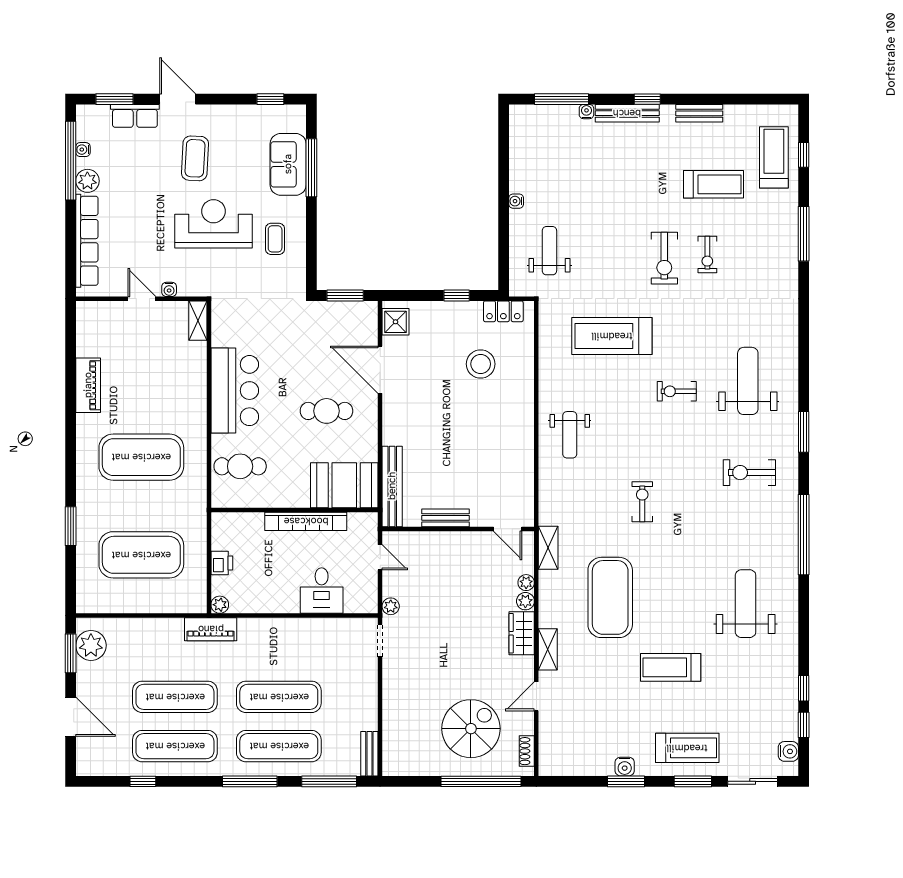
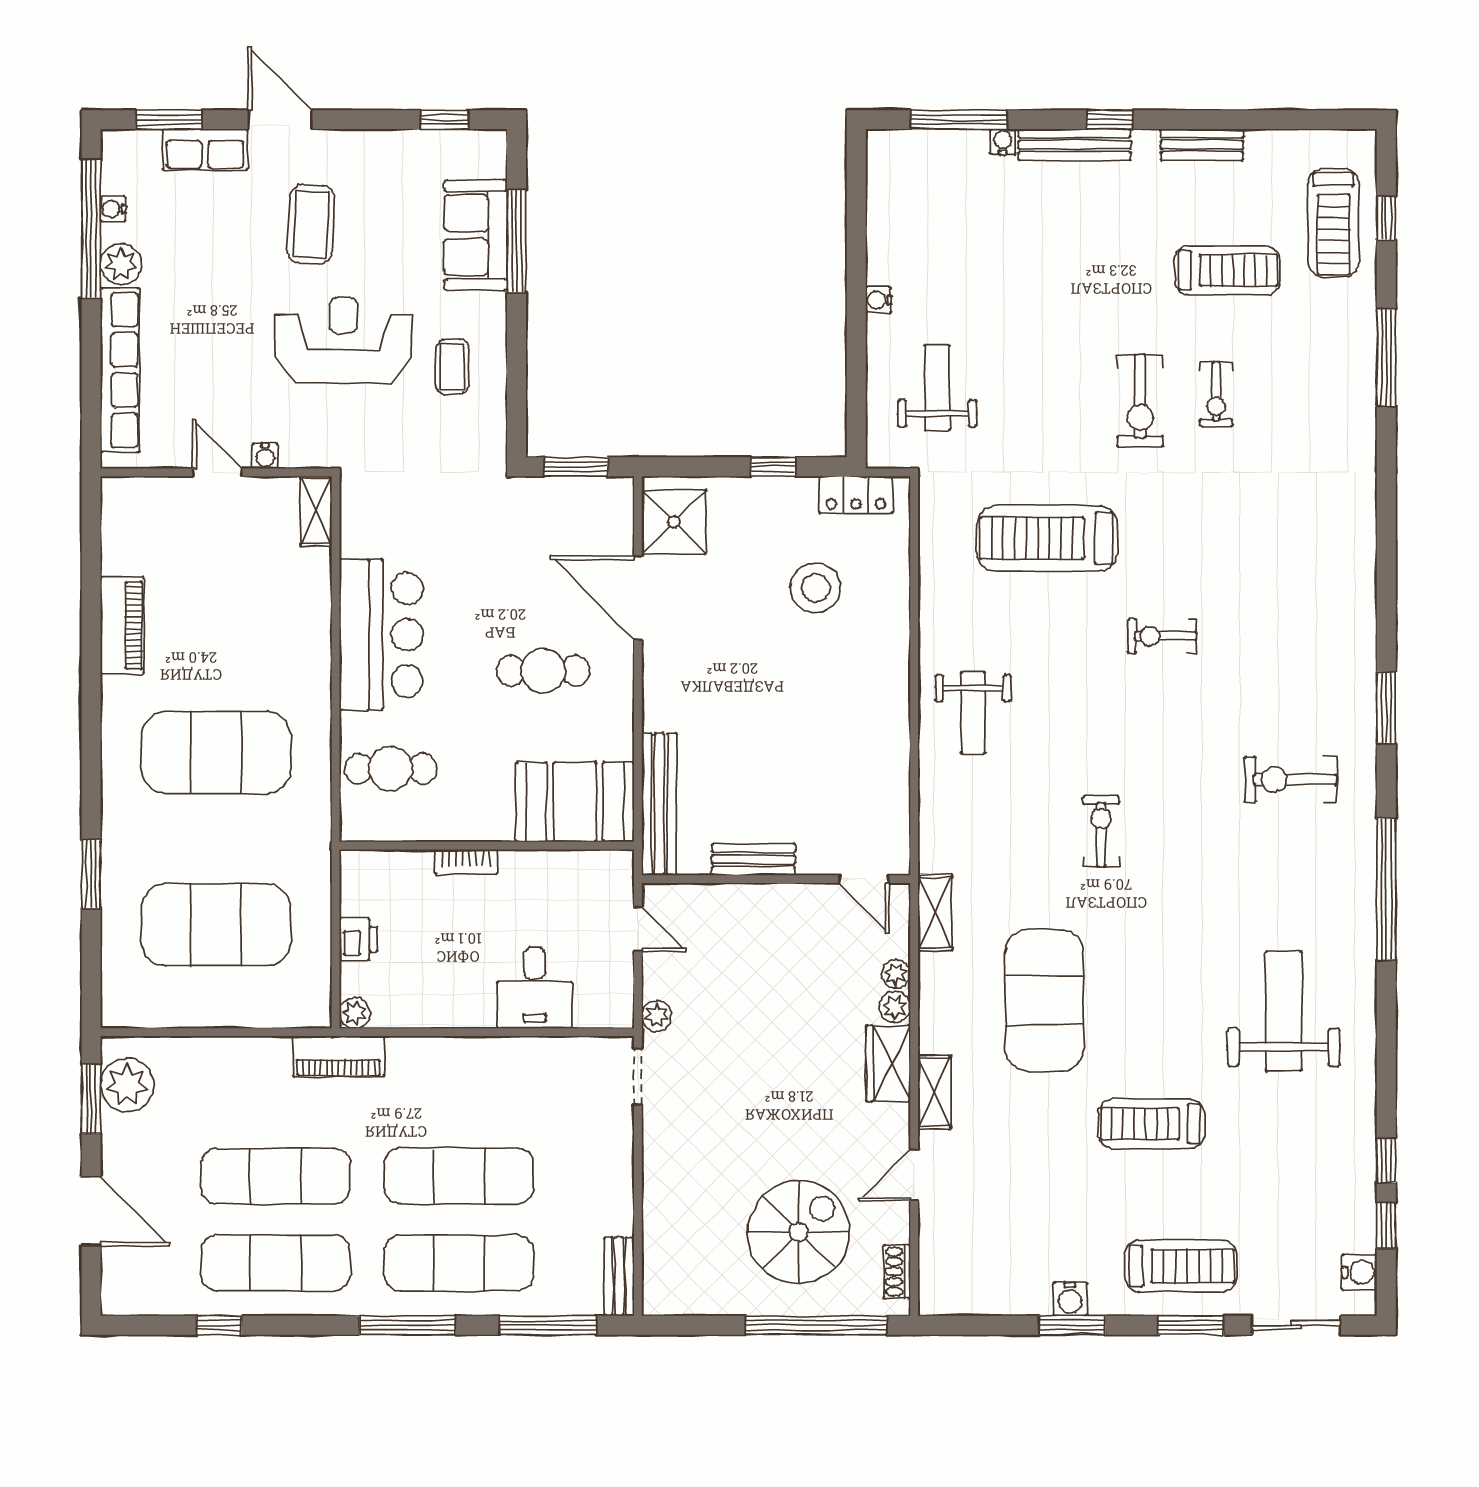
treadmill: (774, 157) -> (1334, 223), turned 180
shower: (395, 322) -> (674, 522), width x1.36, depth x1.36
weight bench: (748, 381) -> (1288, 618), removed
bookcase: (306, 521) -> (466, 862), width x0.43, depth x0.76

